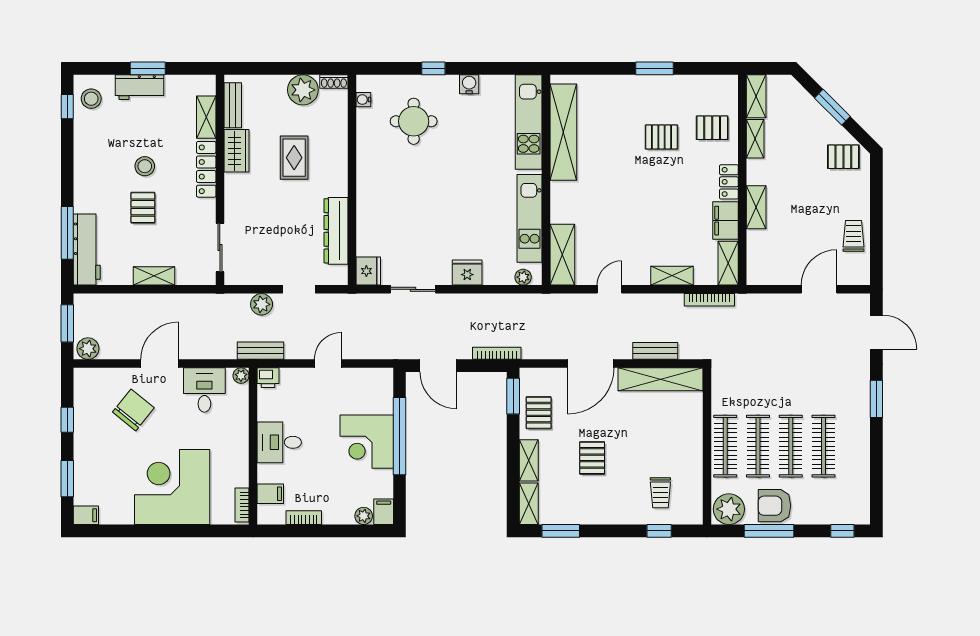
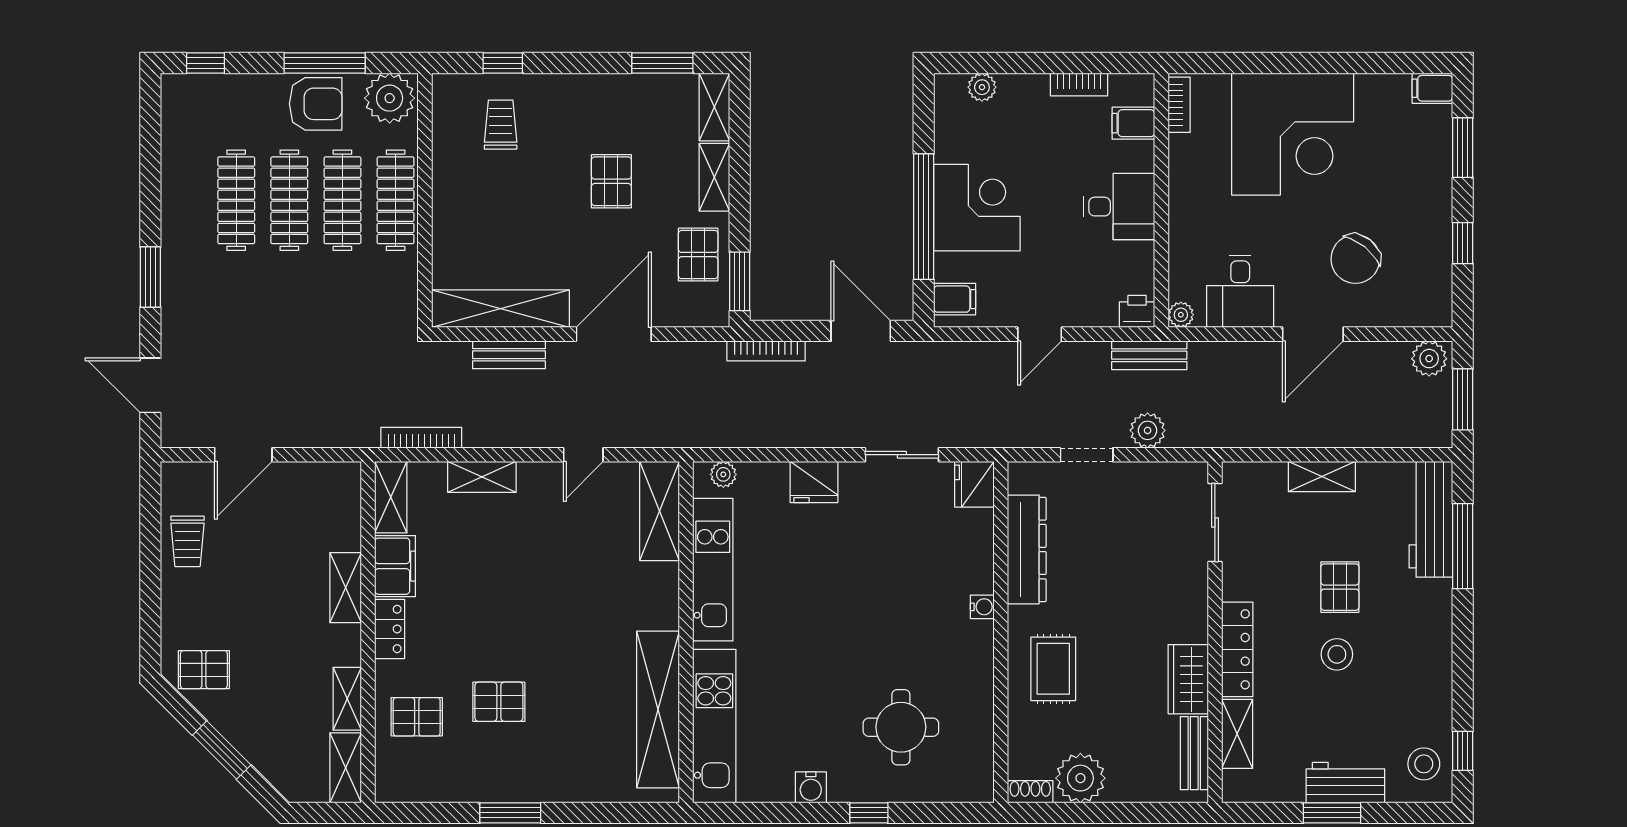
water cooler: (363, 100) -> (982, 607), moved
rug: (294, 158) -> (1053, 669), moved
filing cabinet: (384, 512) -> (955, 299), moved, turned -90

